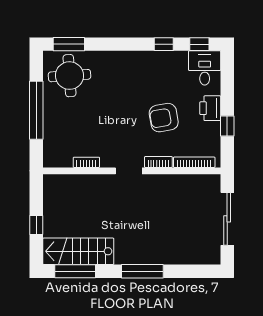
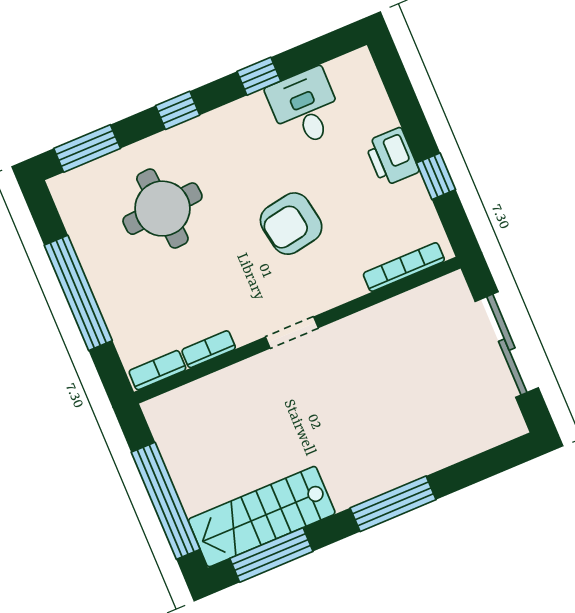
window: (199, 44) -> (178, 110), moved
desk: (205, 68) -> (305, 108), moved
round table: (70, 76) -> (162, 209), moved
armchair: (164, 118) -> (291, 224), moved
bookcase: (158, 162) -> (157, 370), moved
window: (36, 225) -> (166, 501), width x3.17

